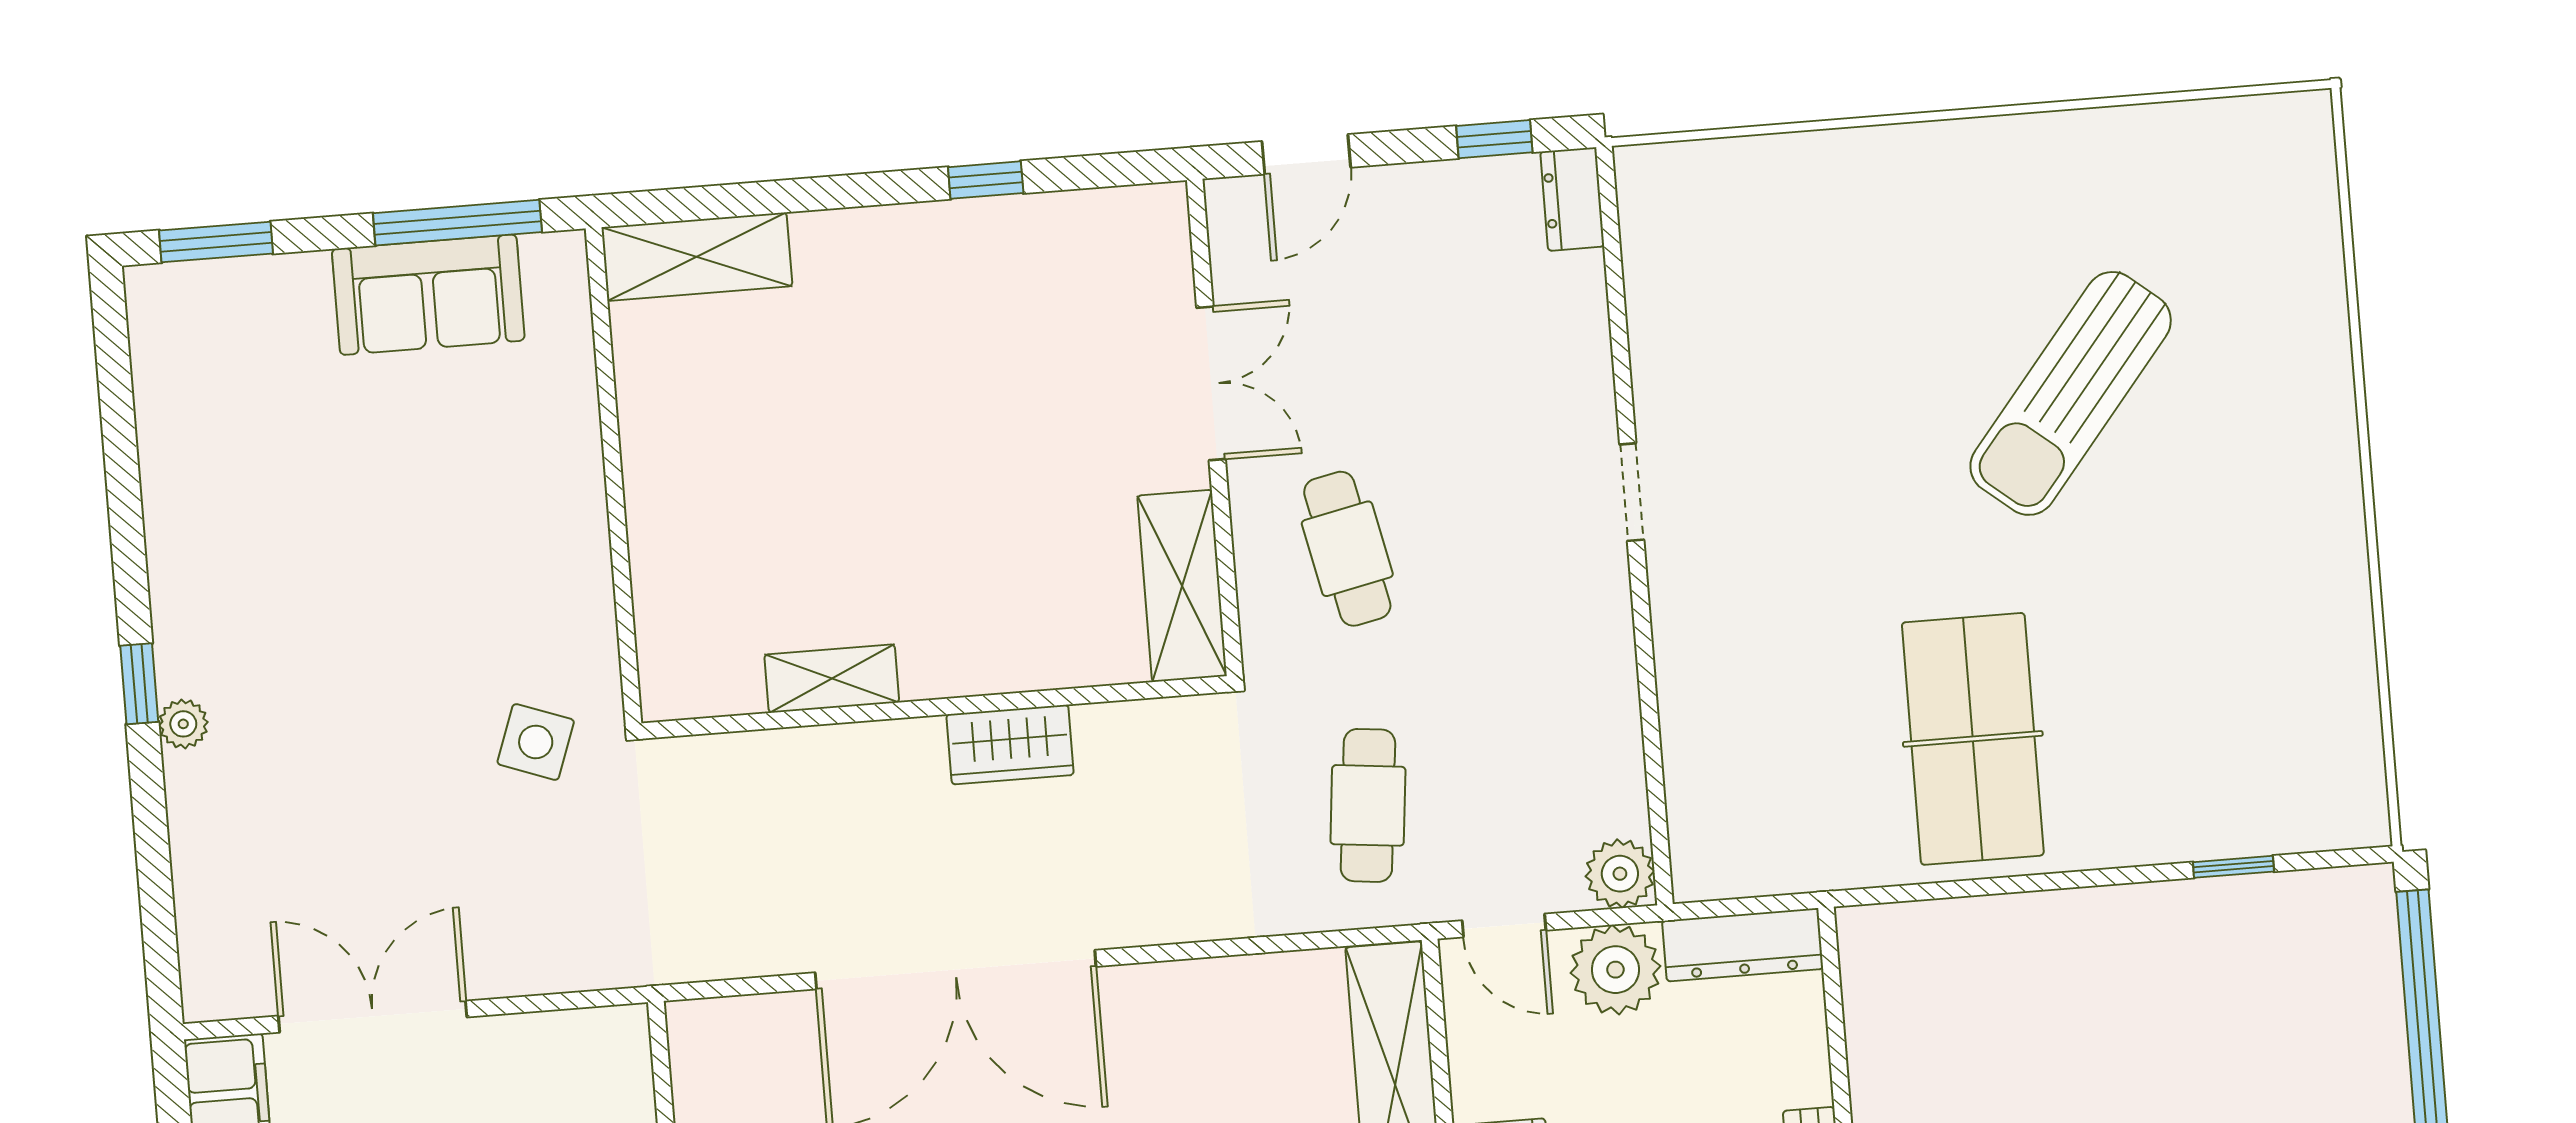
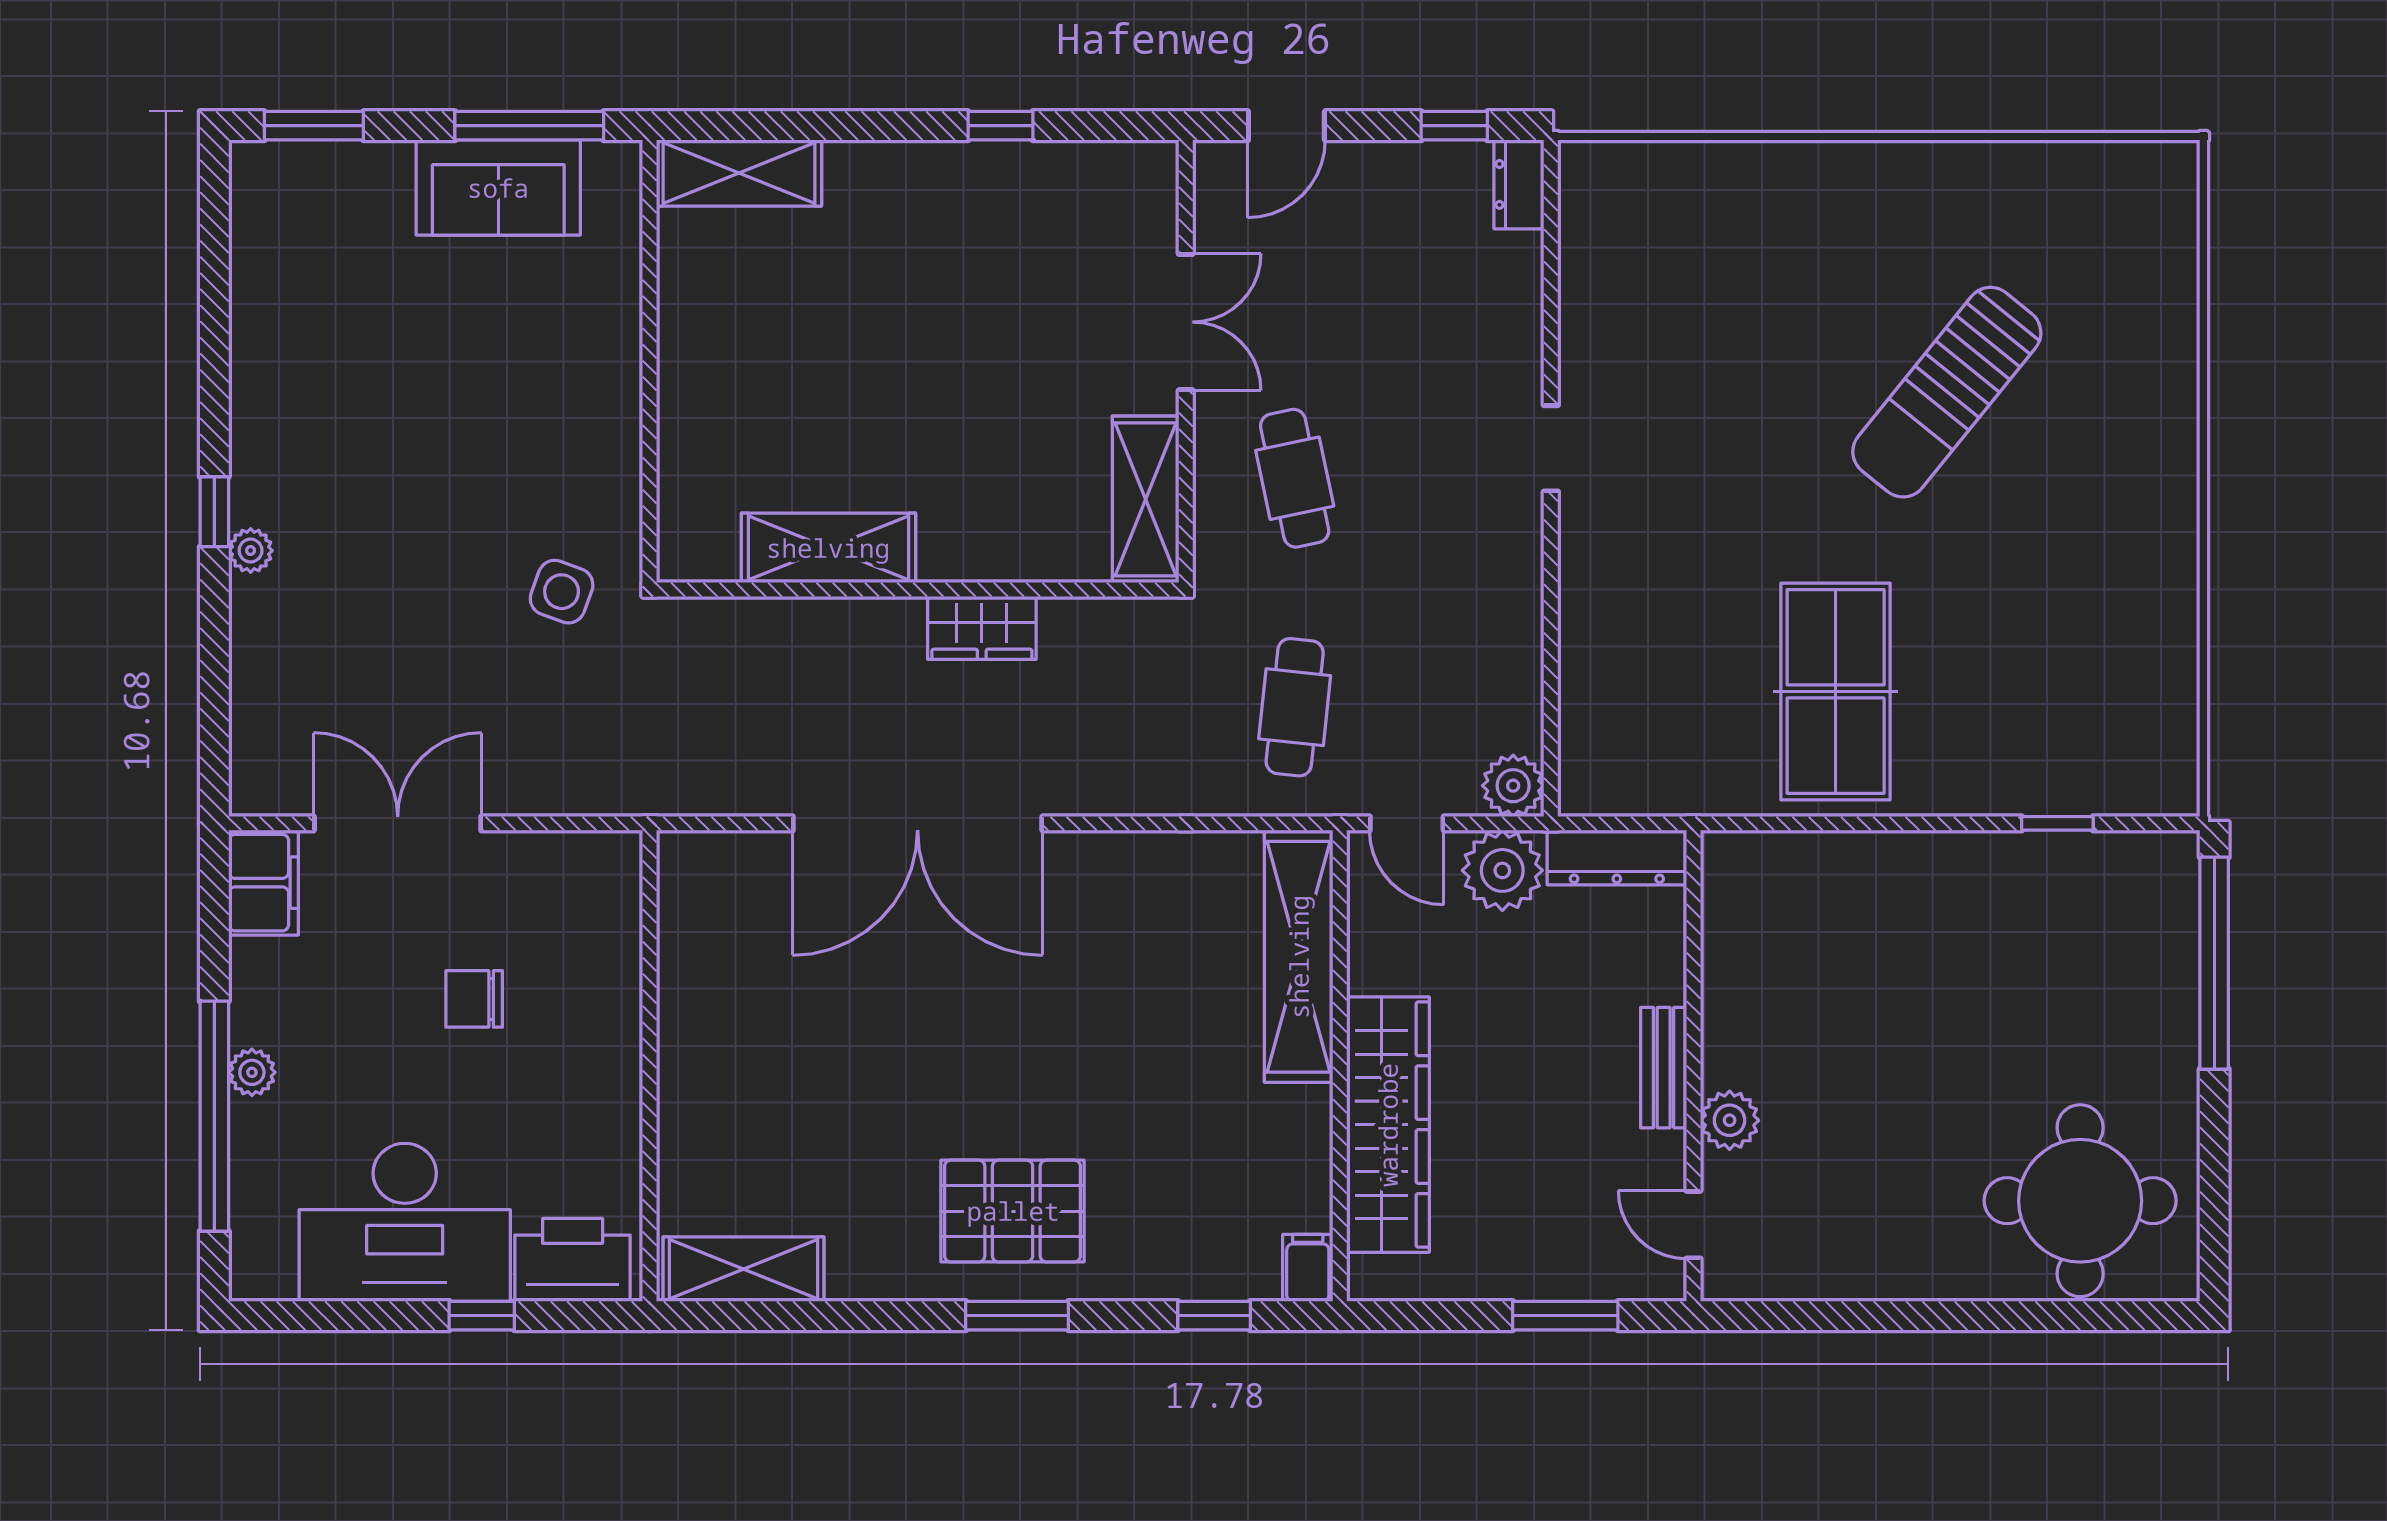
shelving: (832, 679) -> (828, 548), width x1.50, depth x1.33

